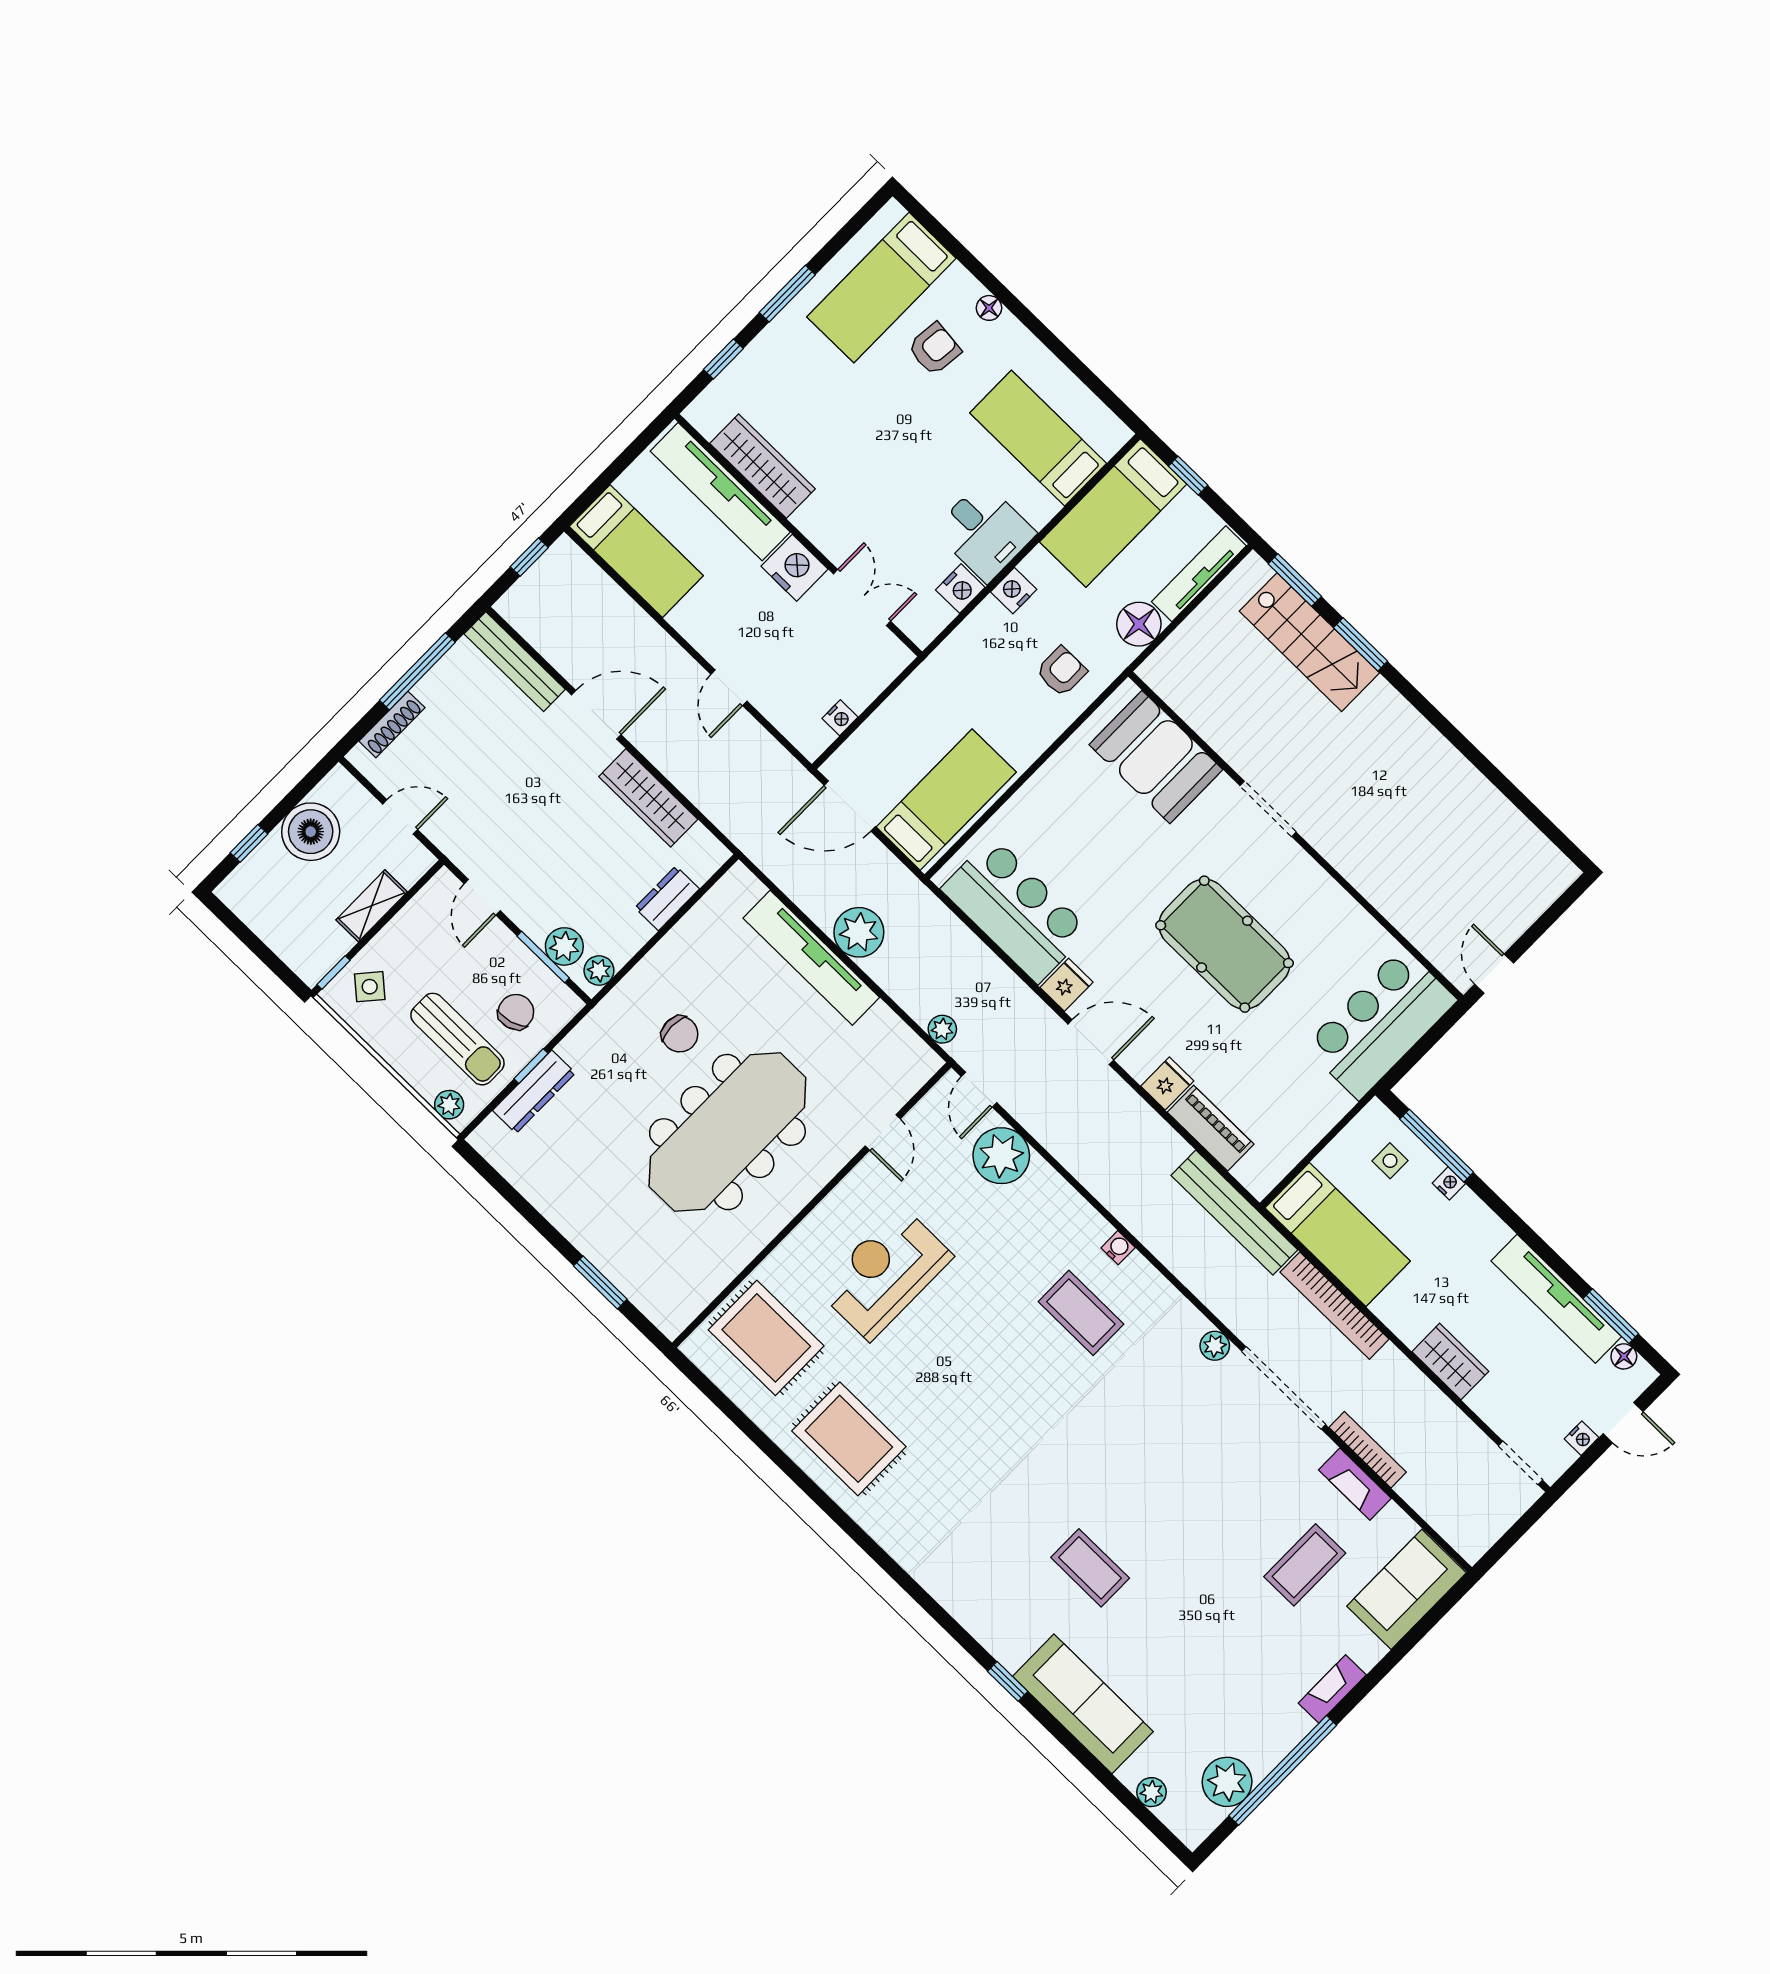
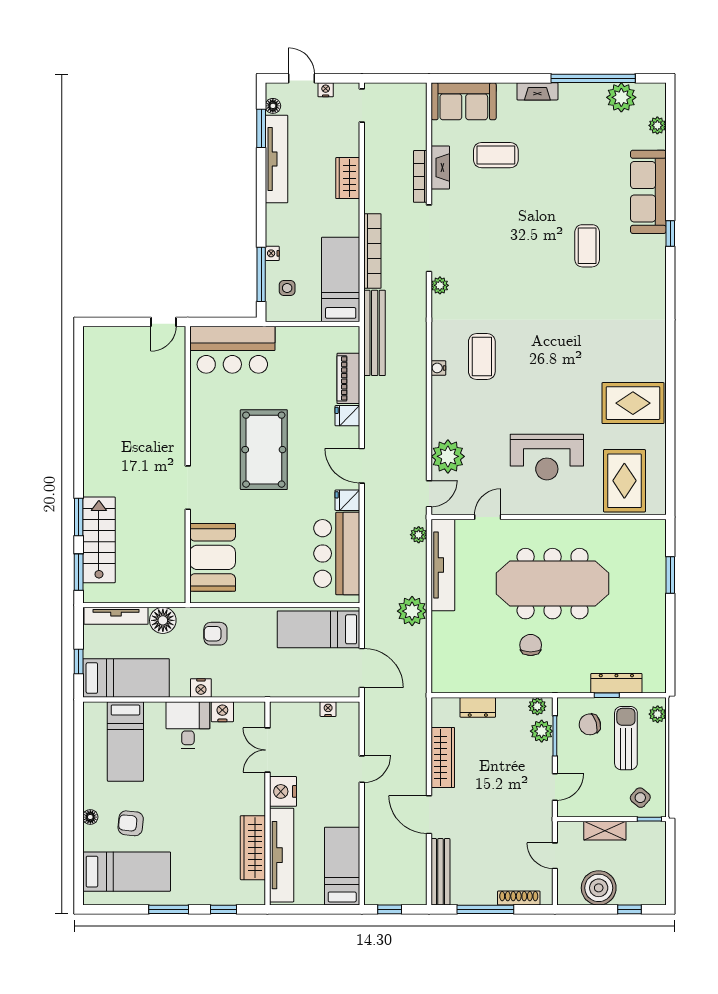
tv unit: (811, 958) -> (443, 565), moved
rug: (849, 1439) -> (633, 403), turned 90

